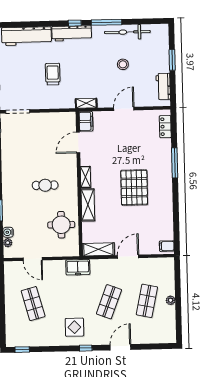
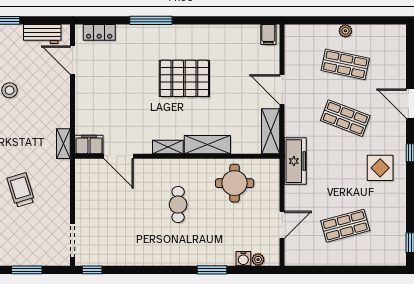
trolley: (53, 74) -> (21, 190), turned 73
door: (124, 109) -> (73, 60), moved
freezer: (78, 267) -> (295, 161), width x1.40

